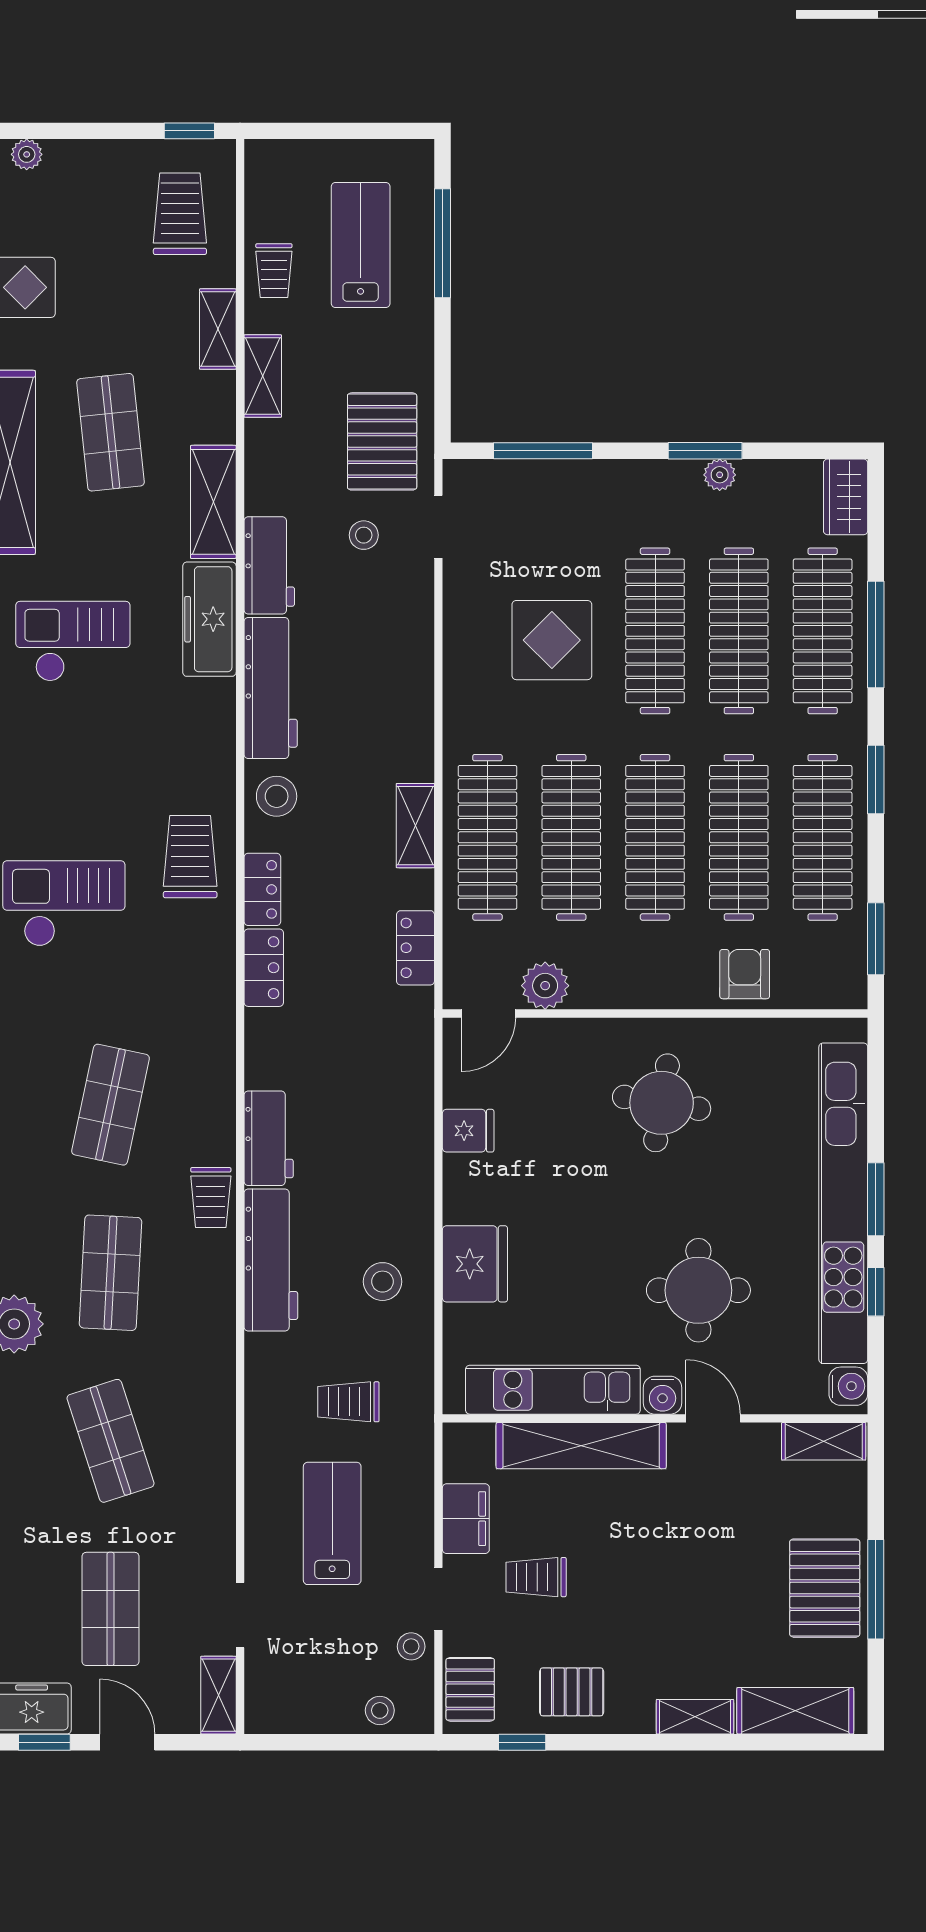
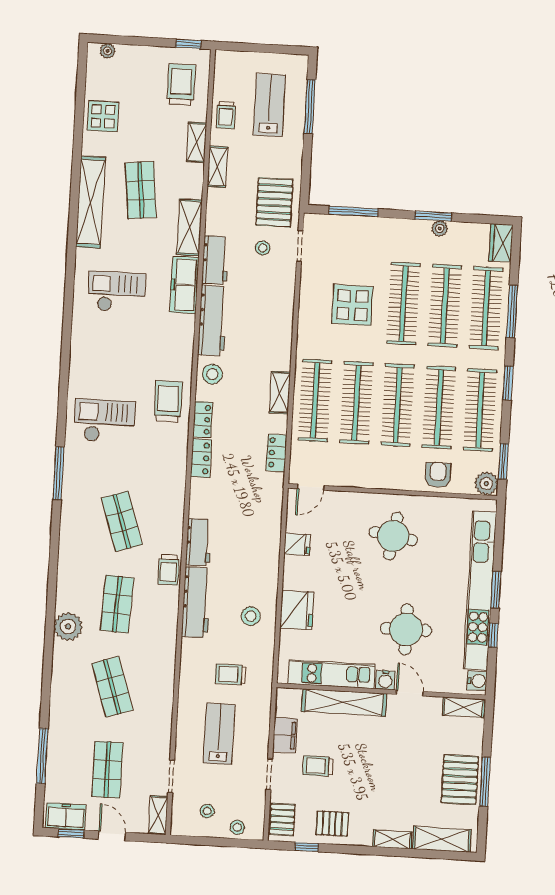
plant: (545, 986) -> (486, 483), moved
shop shelf: (111, 1105) -> (122, 521), turned -30
stool: (411, 1646) -> (207, 811), moved

